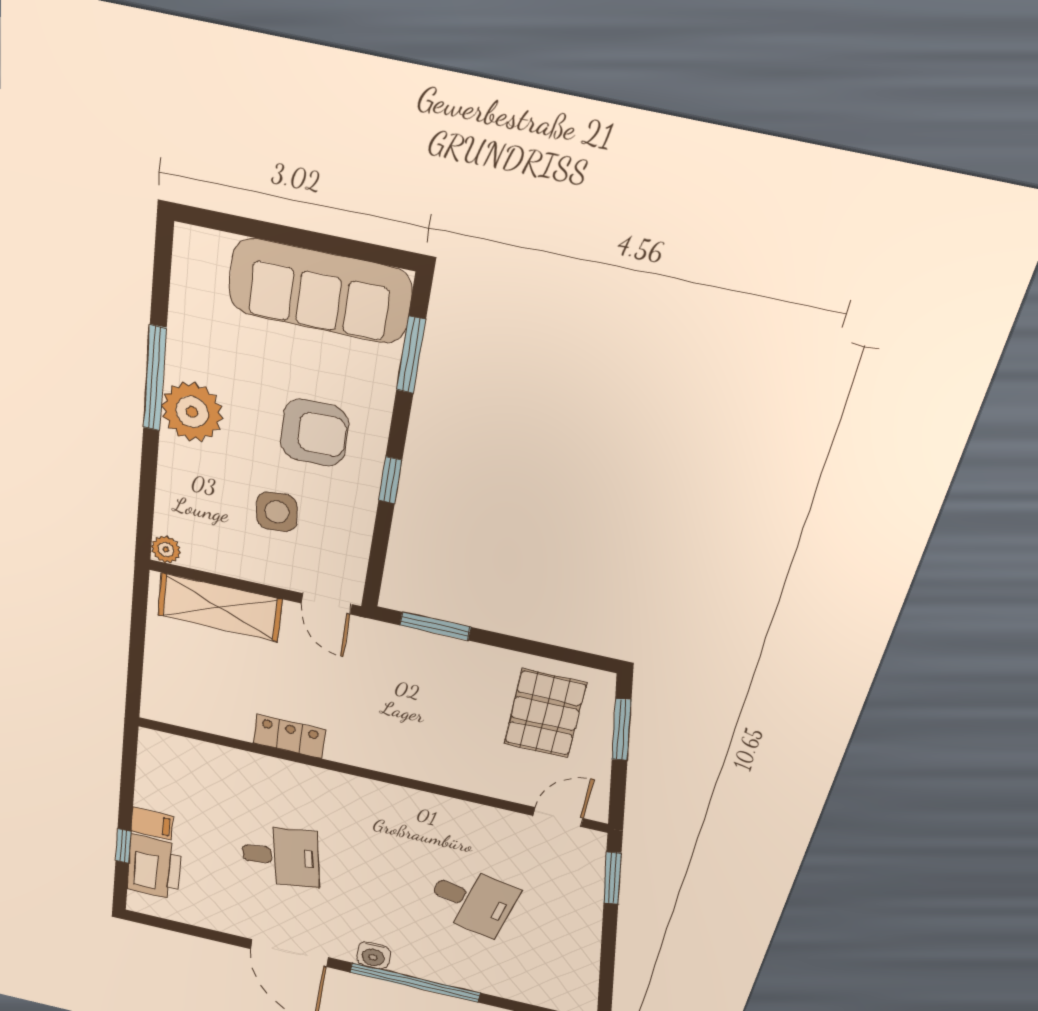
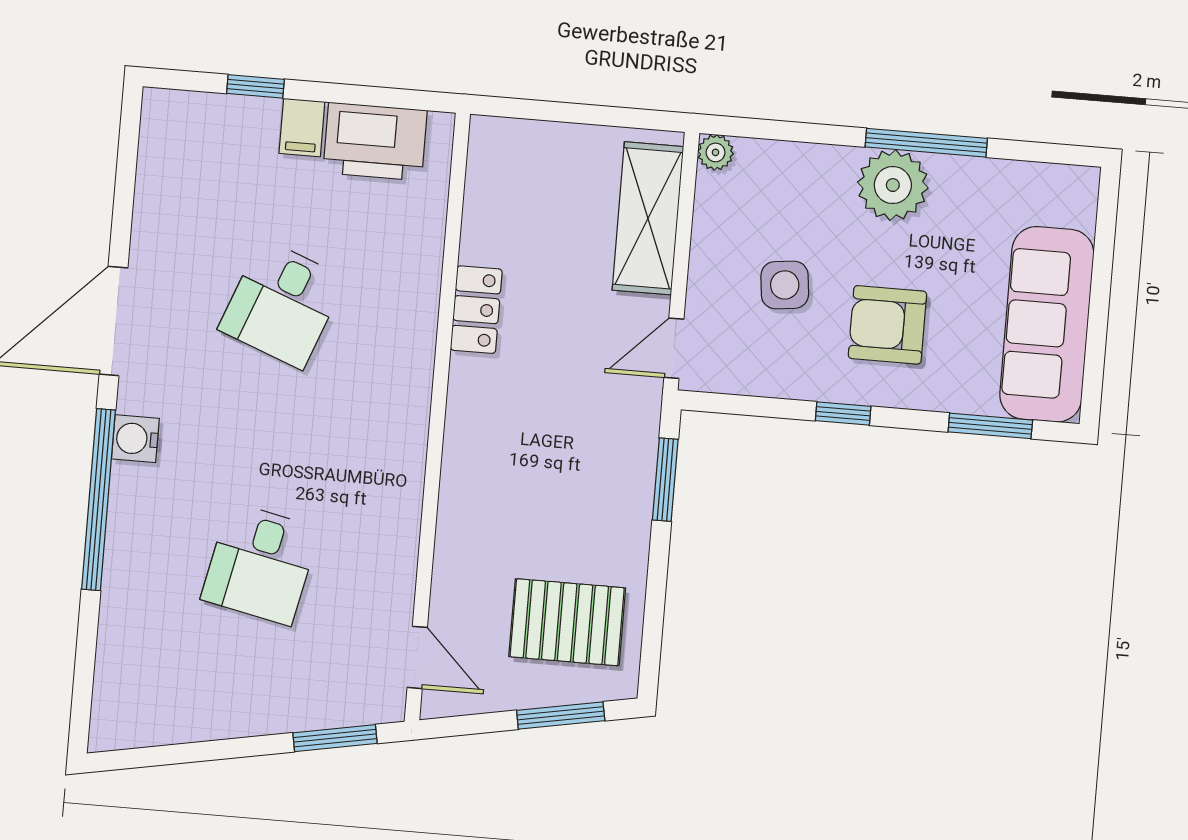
armchair: (314, 433) -> (887, 325), turned 90
desk: (281, 856) -> (282, 304), turned 30
printer: (154, 867) -> (375, 142), moved

